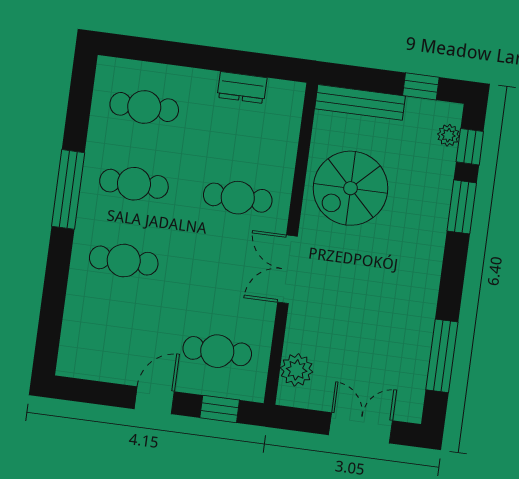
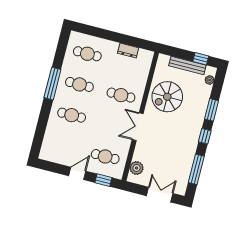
bench: (360, 102) -> (187, 65), moved
window: (470, 147) -> (205, 136), moved

